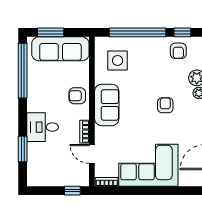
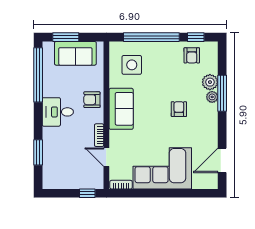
sofa: (60, 49) -> (75, 53), width x0.73
desk: (43, 127) -> (58, 112), moved

